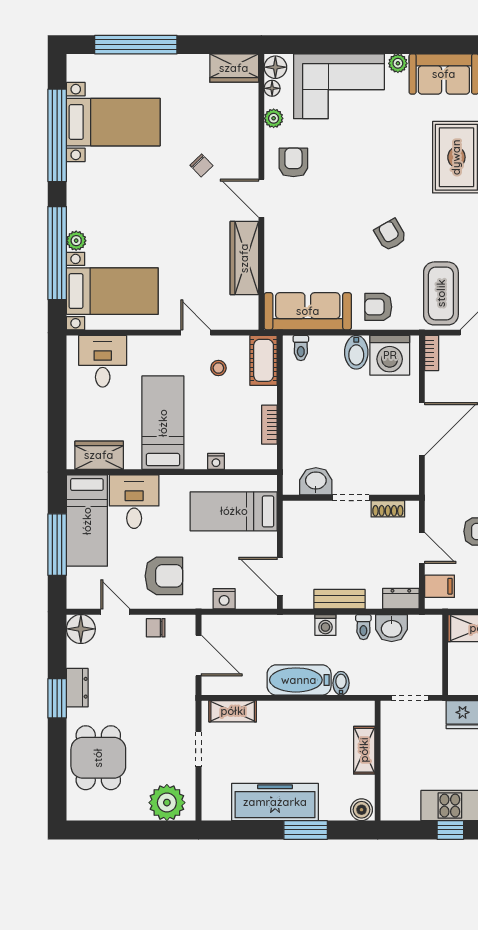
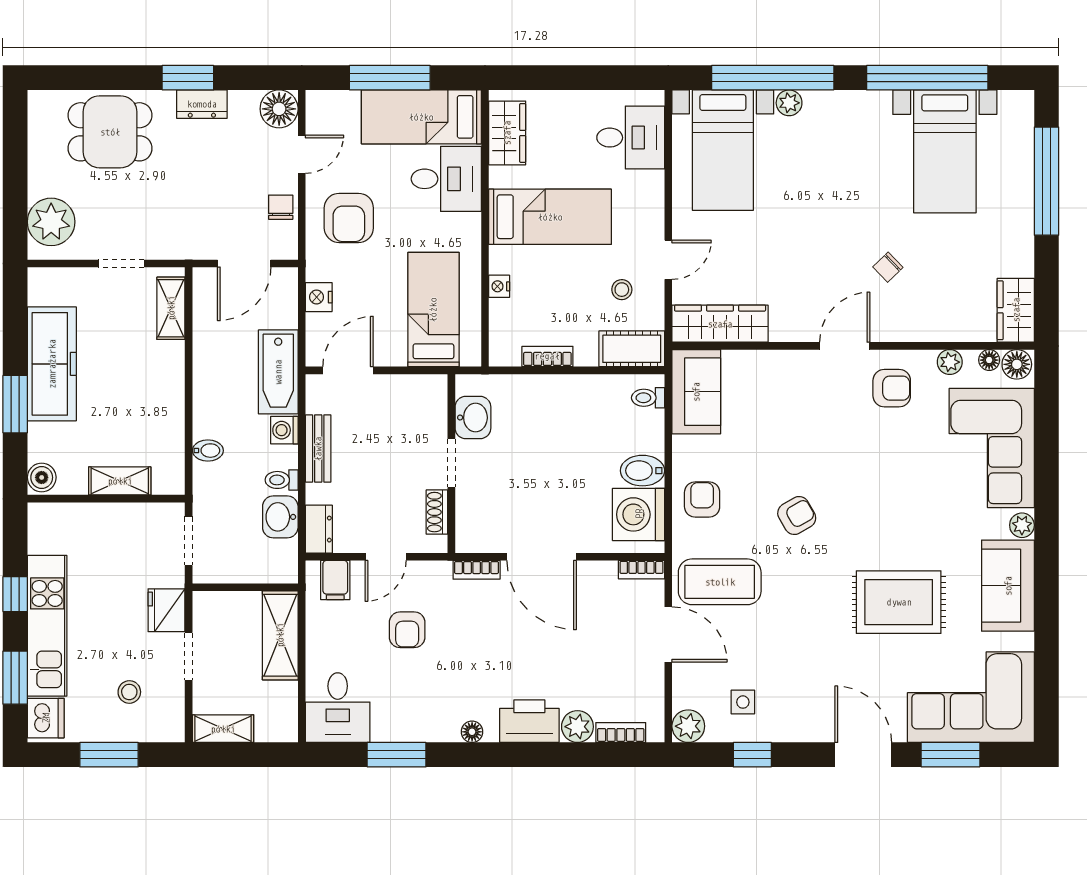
wardrobe: (244, 258) -> (720, 324), moved
sofa: (308, 311) -> (696, 392), width x0.73
bookcase: (432, 479) -> (477, 570), added
bathtub: (299, 680) -> (278, 372), moved, turned 180

